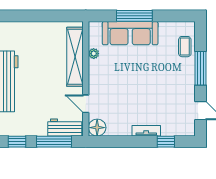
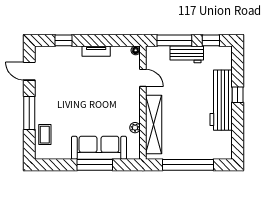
window: (40, 16) -> (188, 165), added
workbench: (65, 128) -> (187, 54), moved
floor lamp: (97, 128) -> (136, 50), width x0.53, depth x0.53
tv unit: (146, 131) -> (96, 51), moved

